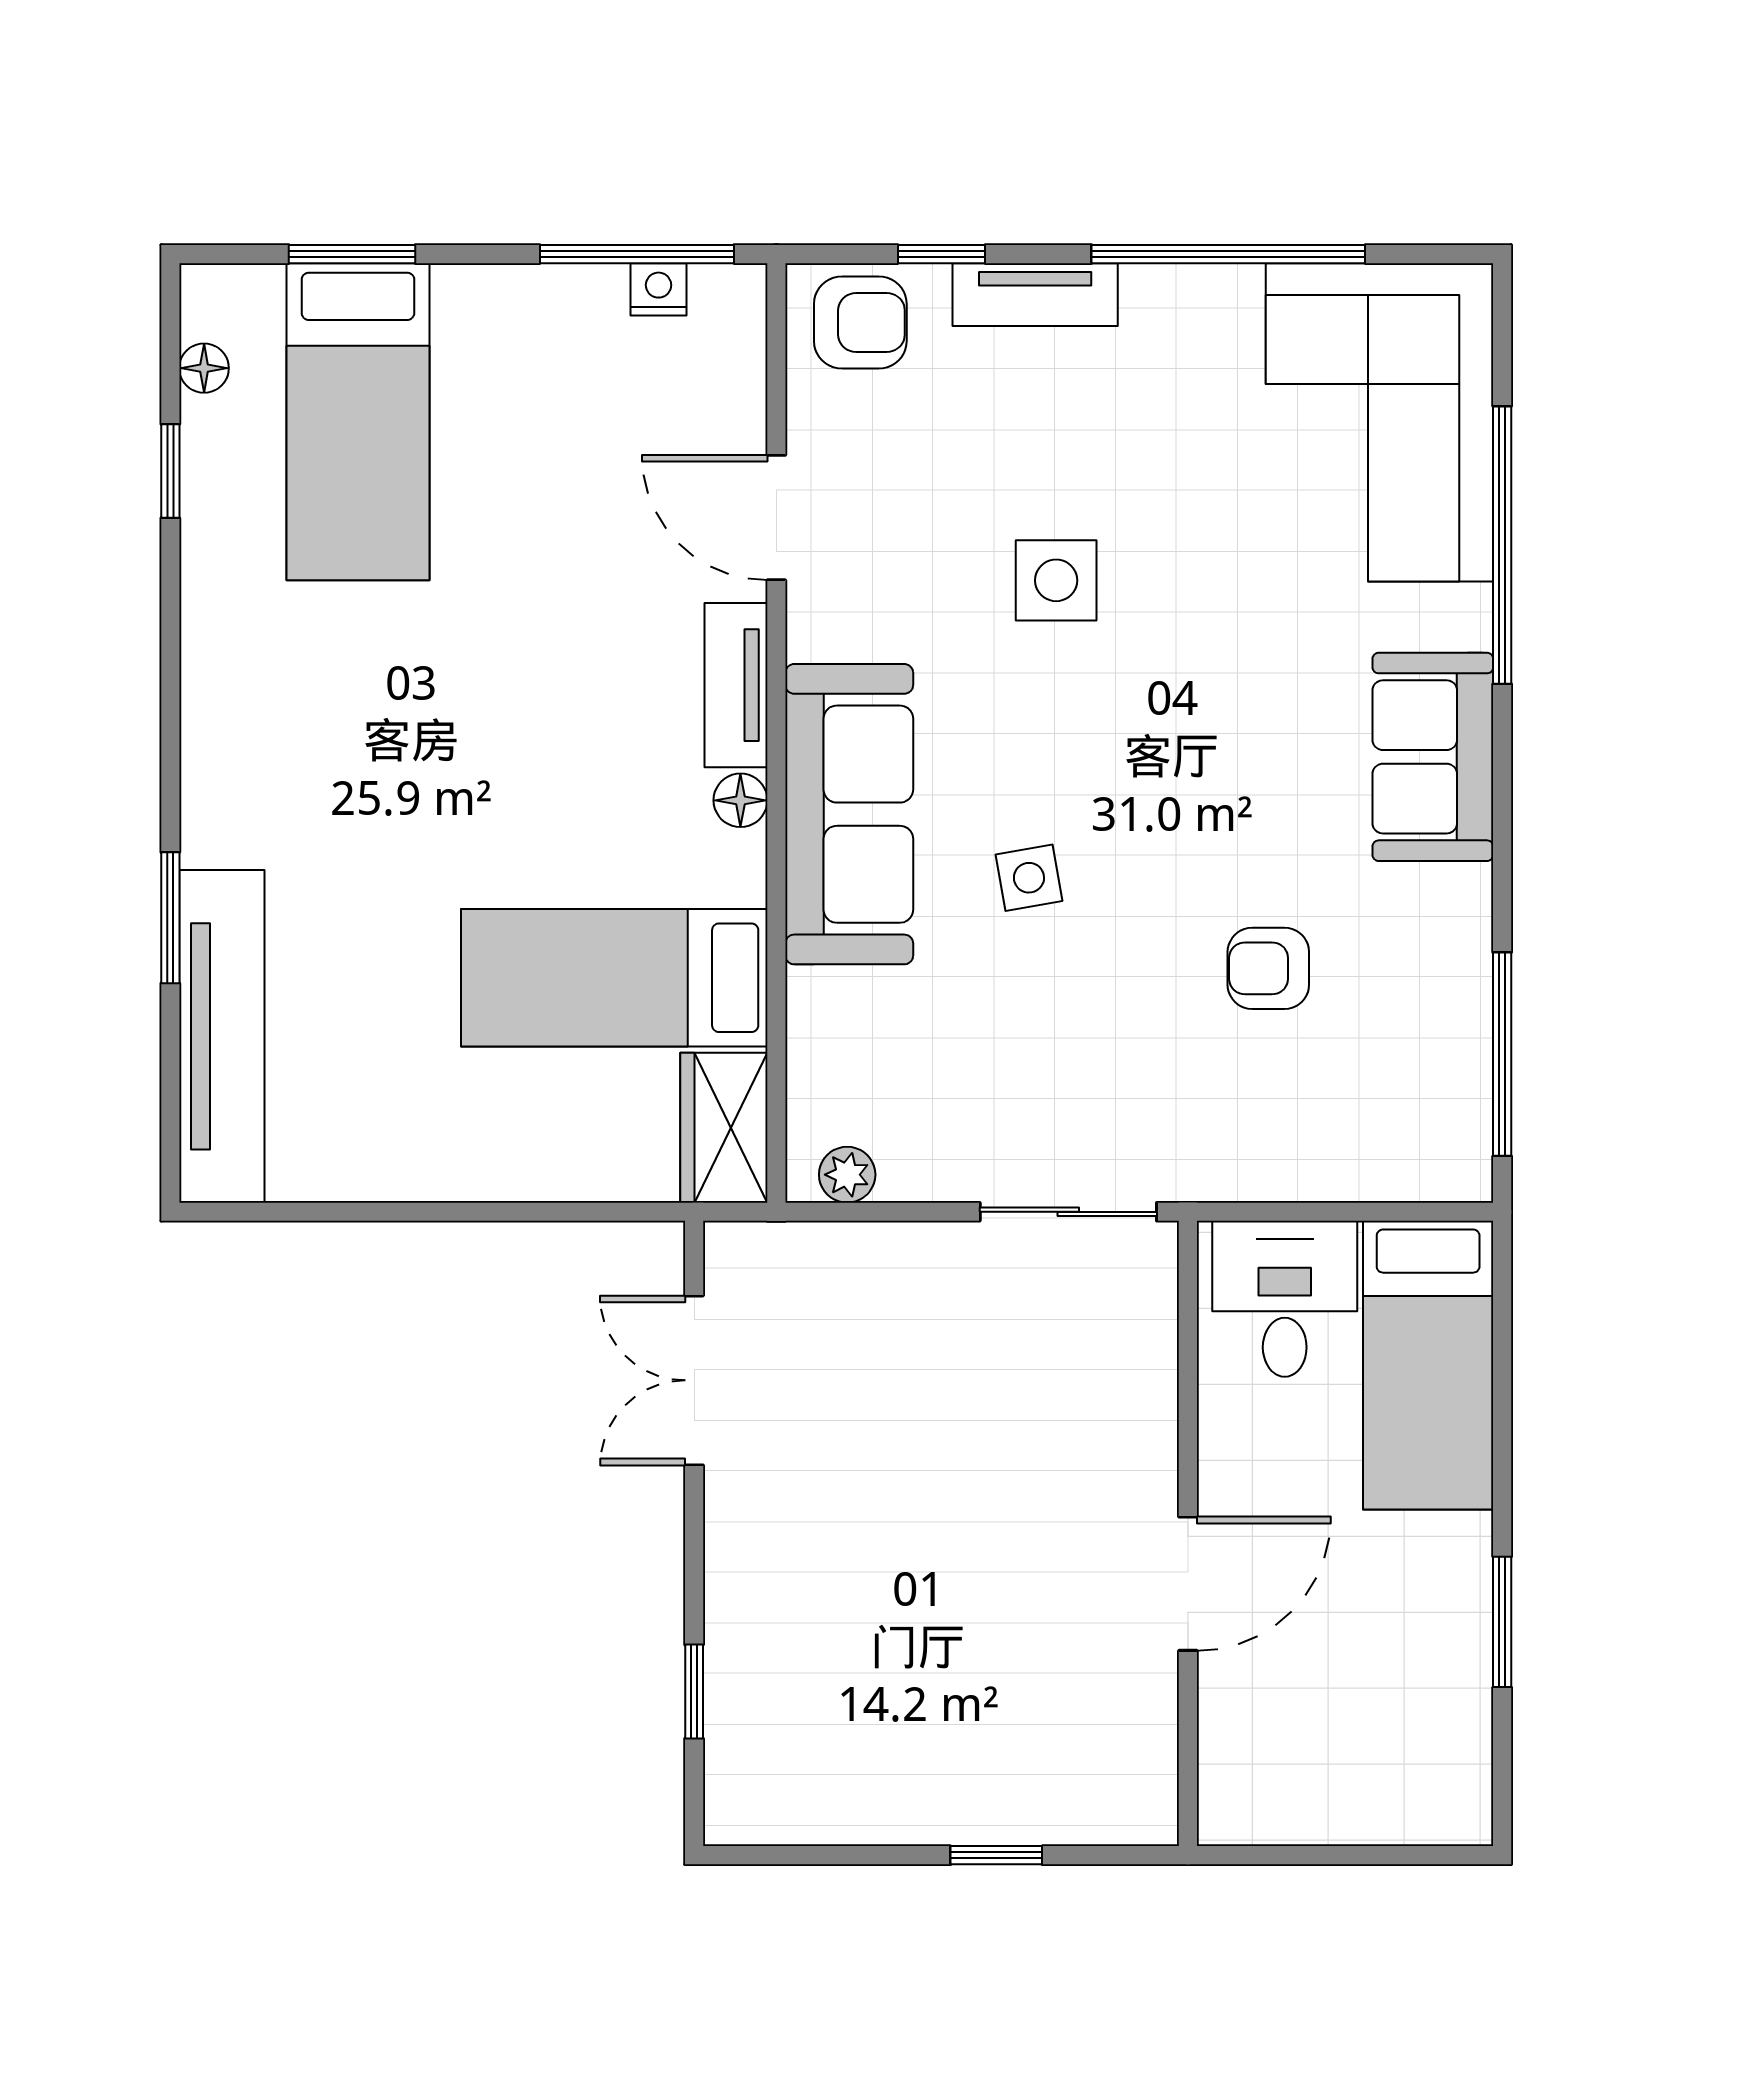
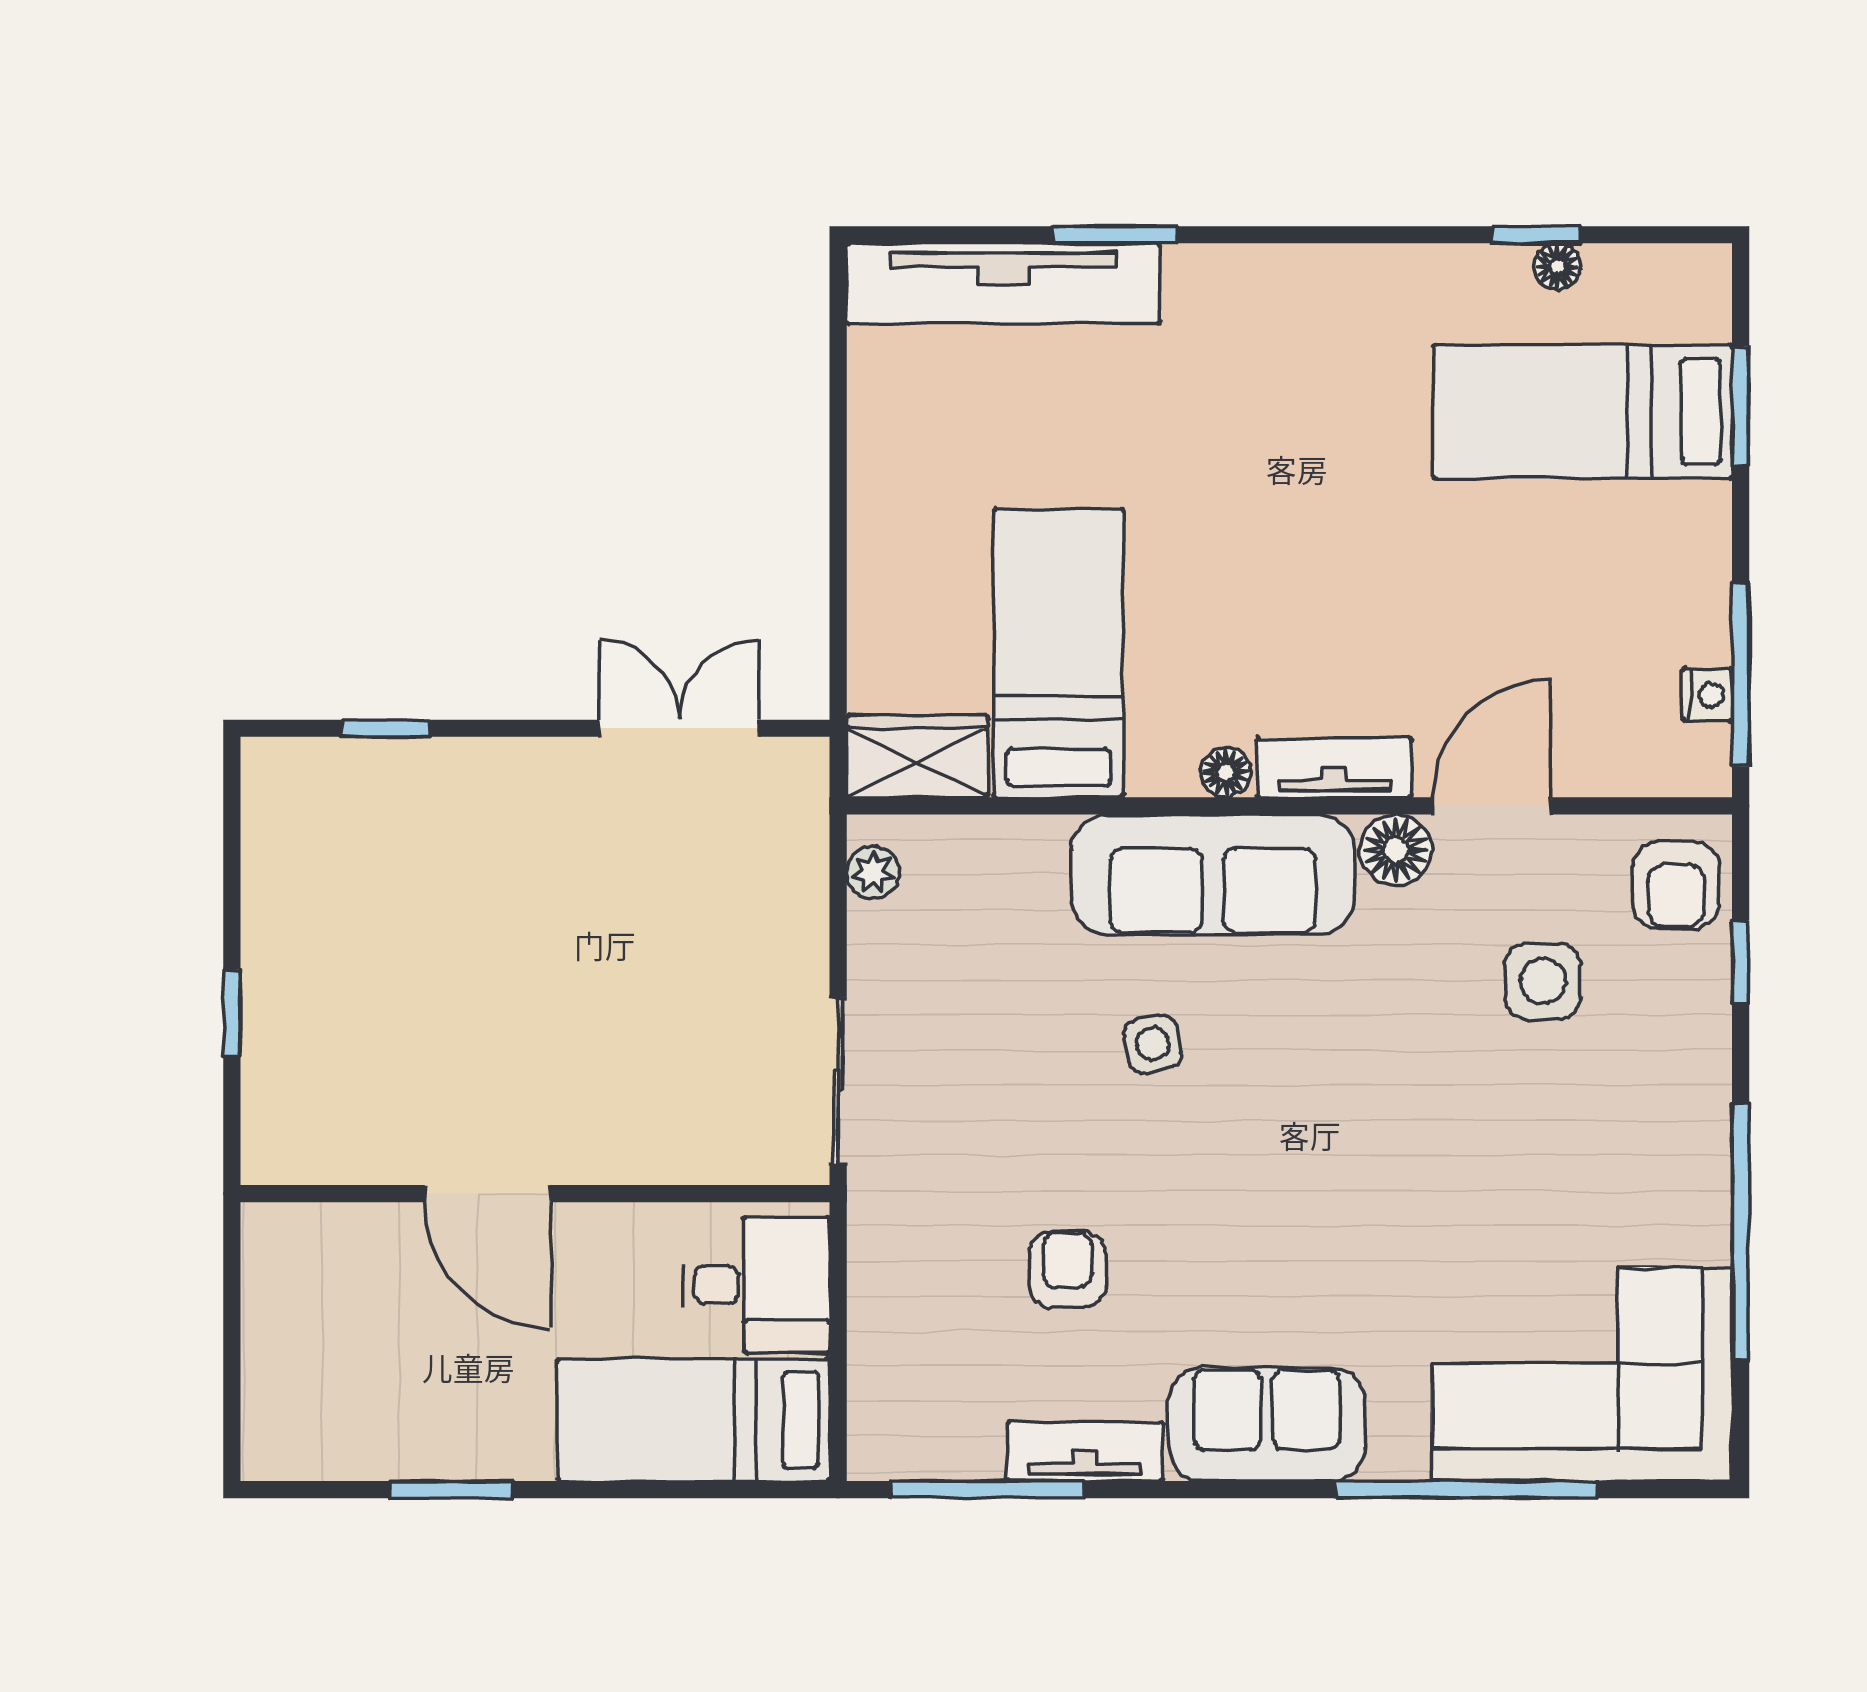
tv unit: (1035, 295) -> (1085, 1452), moved, turned 90
floor lamp: (204, 368) -> (1557, 267), moved
side table: (1056, 580) -> (1543, 981), moved
floor lamp: (823, 620) -> (1396, 850), added

